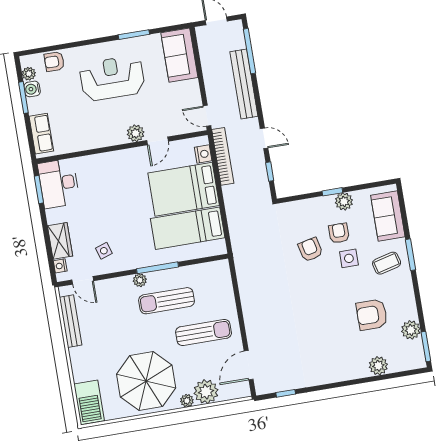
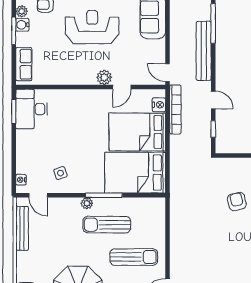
bed: (188, 228) -> (135, 173), width x1.50
wardrobe: (60, 241) -> (24, 158), removed

